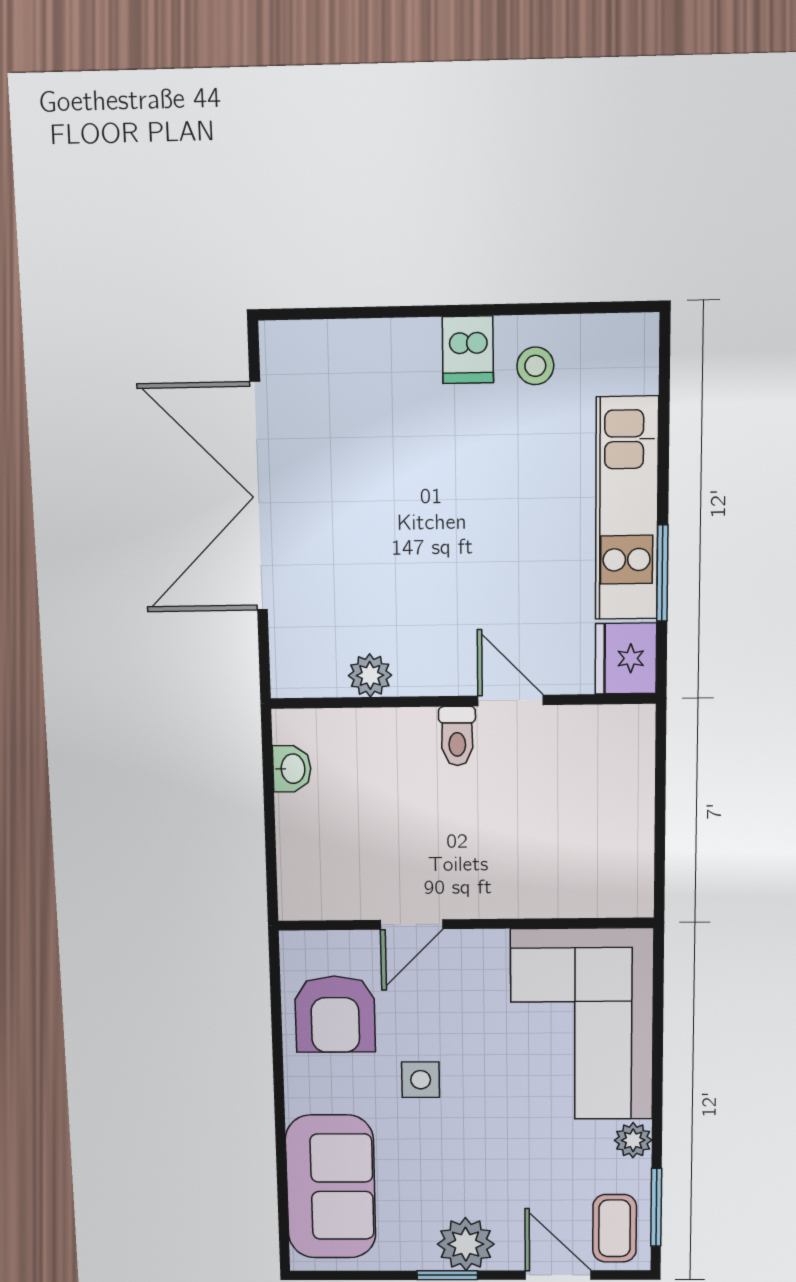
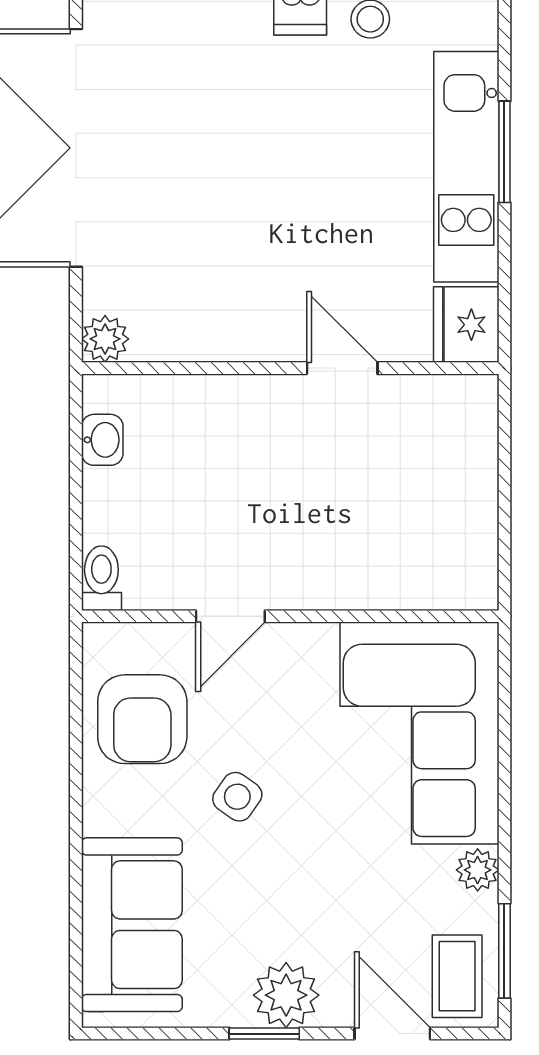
window: (662, 573) -> (504, 152), moved
plant: (370, 675) -> (105, 339), moved
toilet: (457, 736) -> (101, 578), moved, turned 180
side table: (421, 1080) -> (237, 797), turned 35

